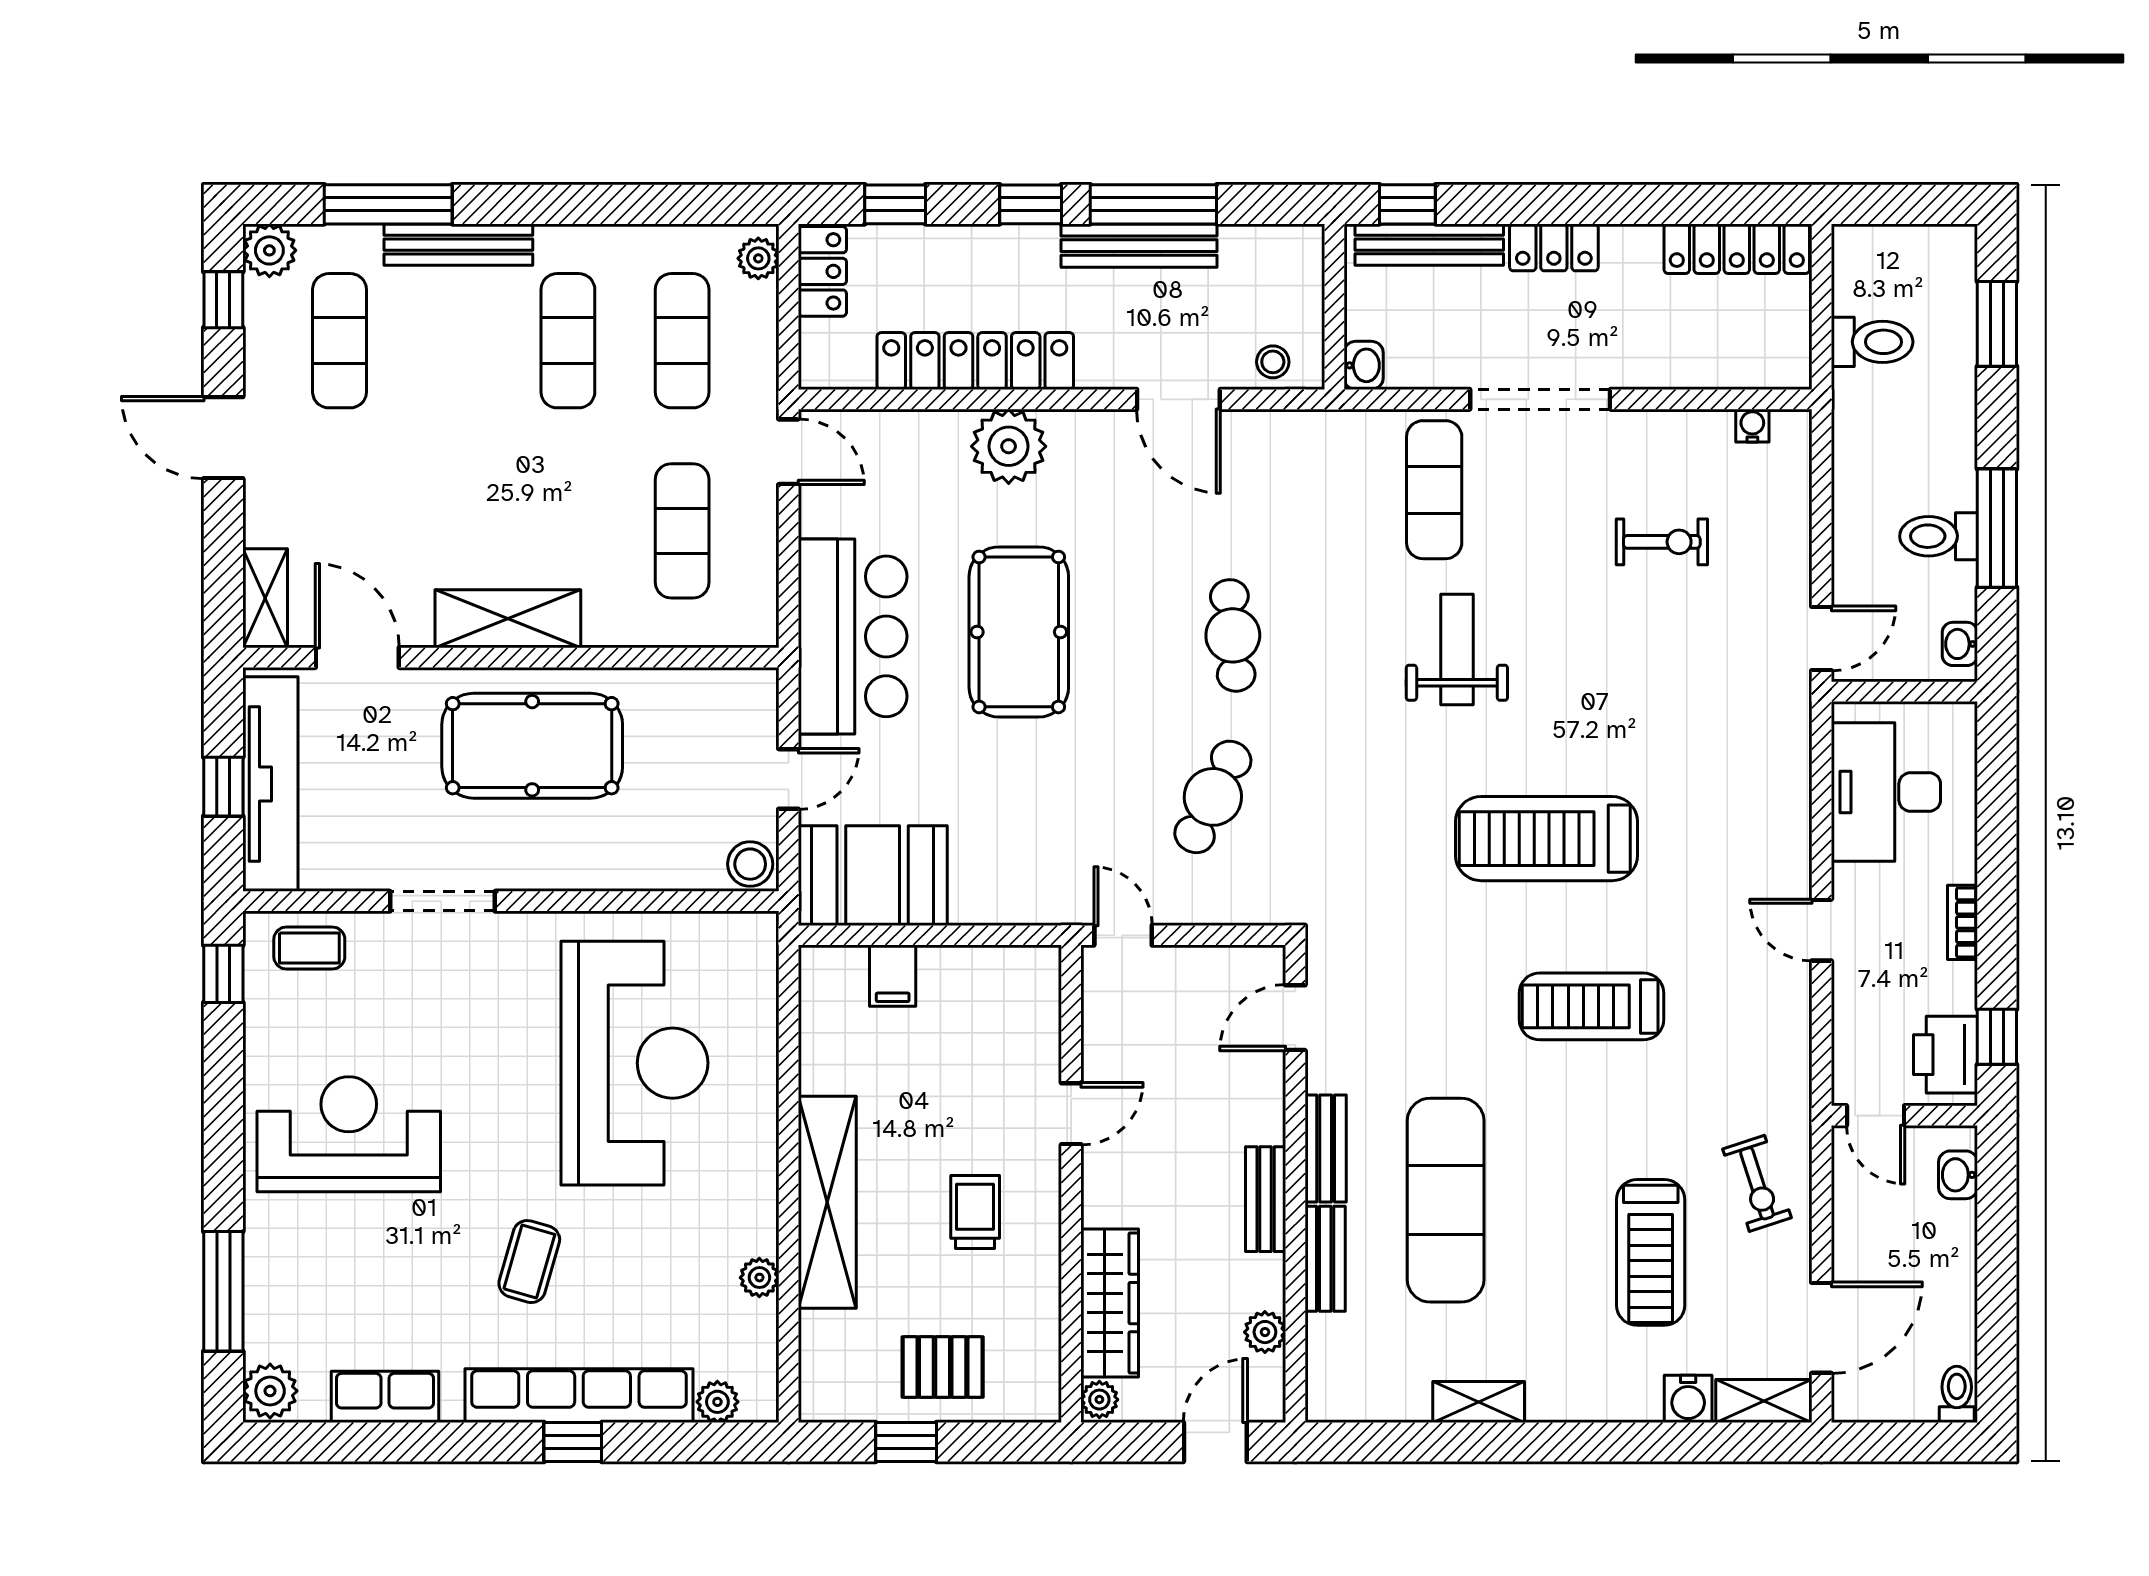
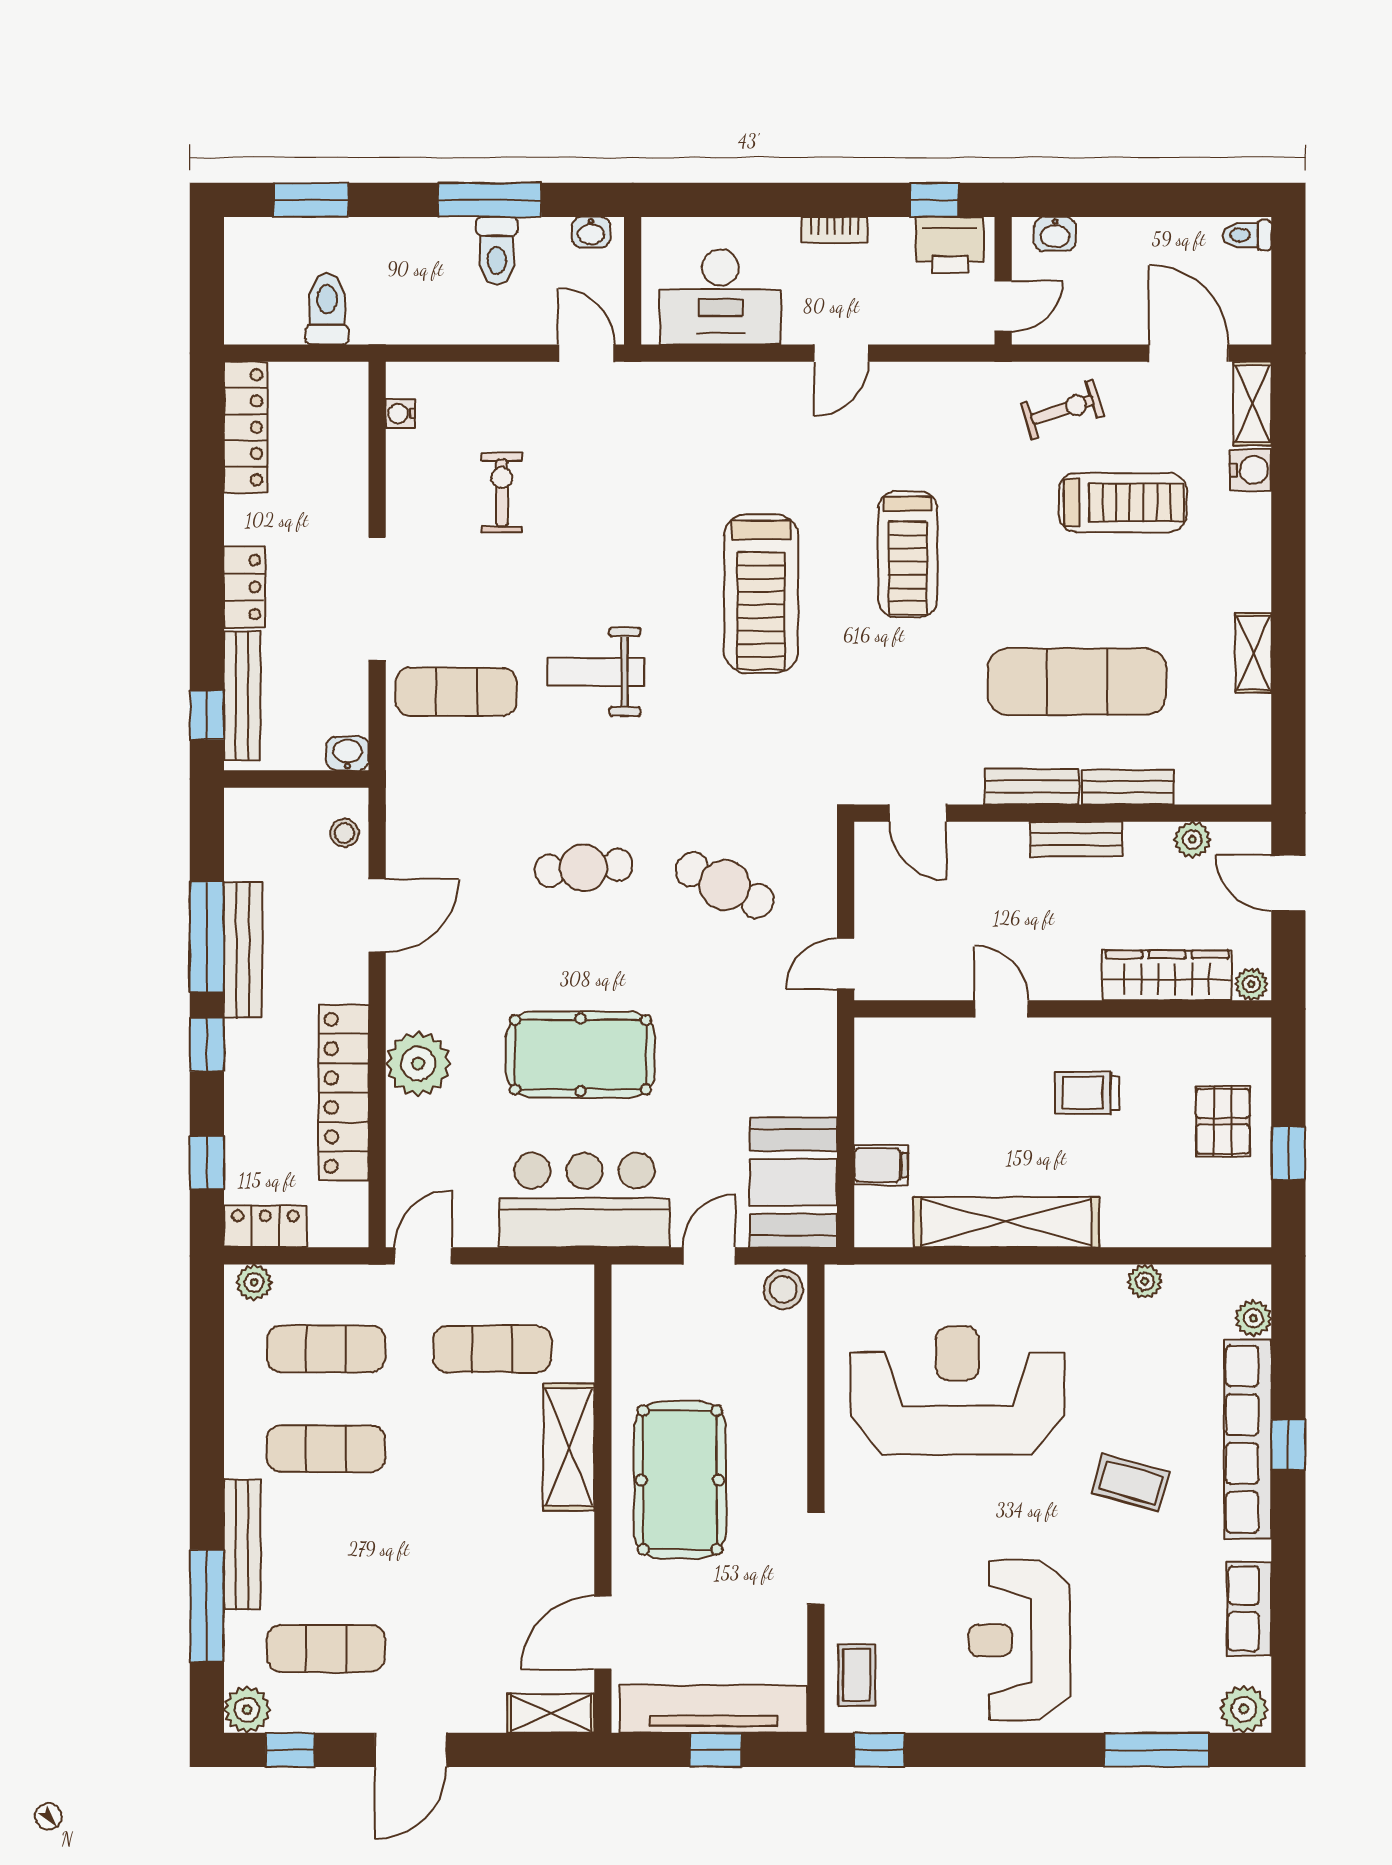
shelving: (508, 619) -> (569, 1447), moved
door: (789, 779) -> (709, 1256), hinge flipped
shelving: (827, 1202) -> (1006, 1222), moved

